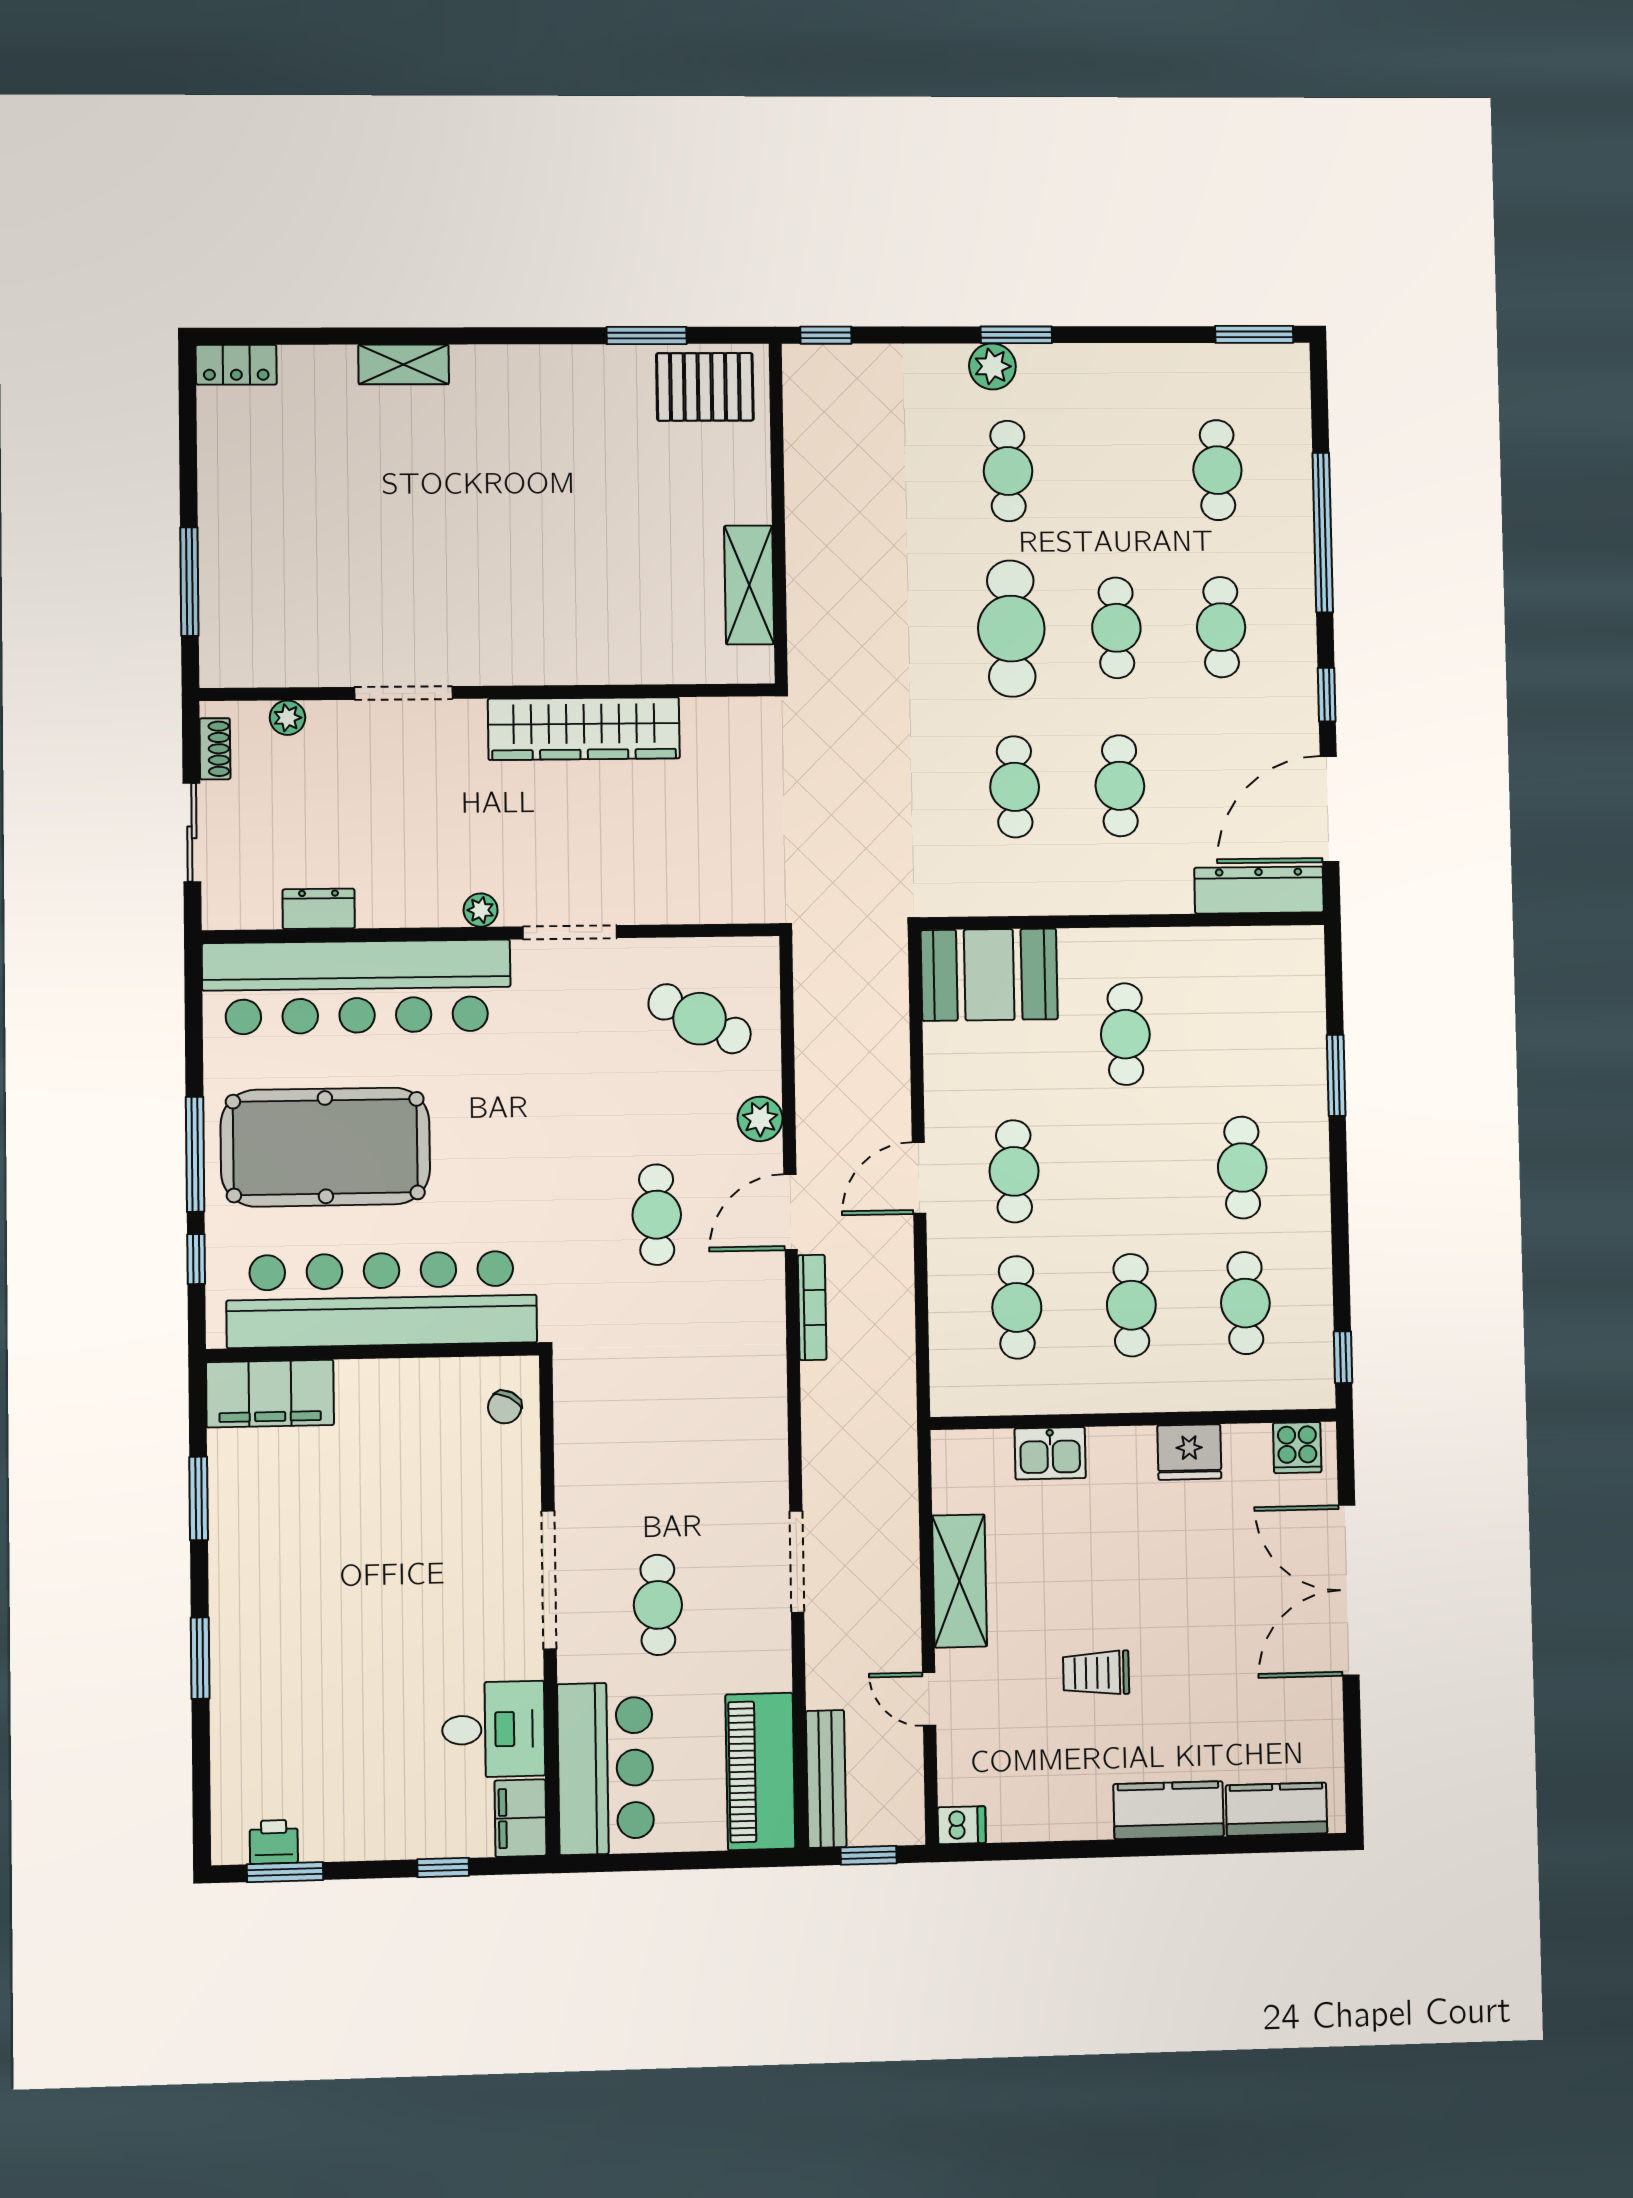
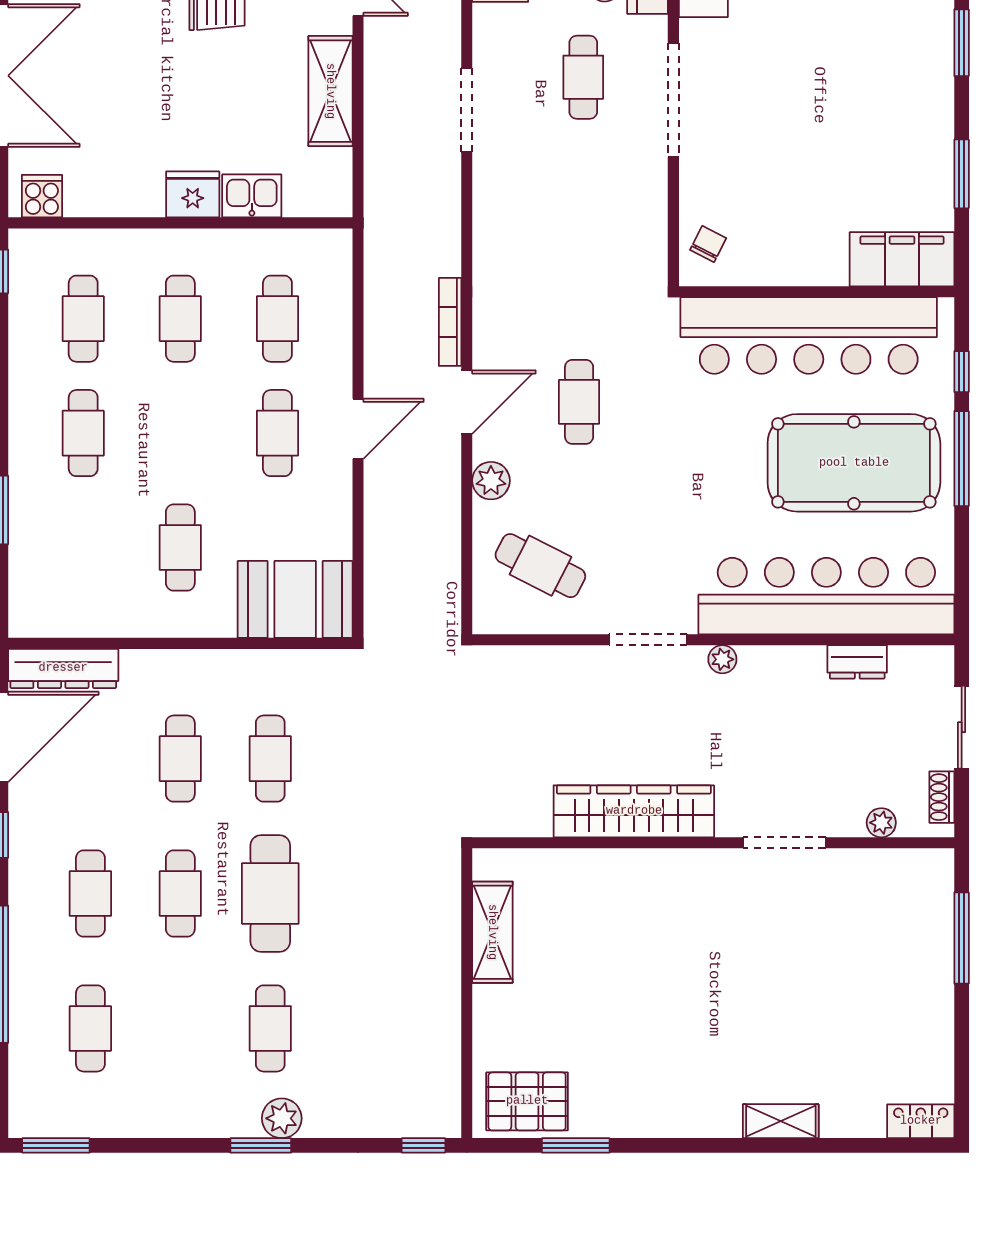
fridge: (1189, 1452) -> (193, 194), moved

